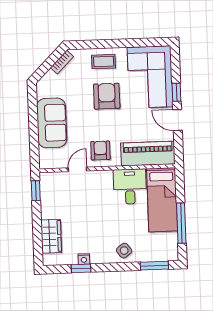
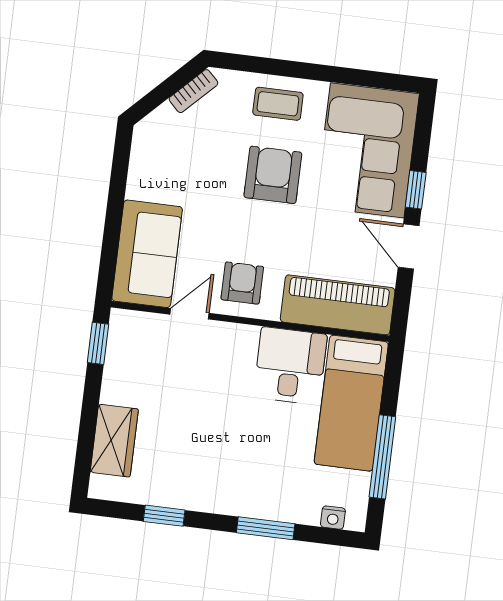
sofa: (52, 123) -> (147, 254), moved
side table: (124, 251) -> (258, 494), removed
nightstand: (84, 259) -> (333, 518), moved
window: (154, 266) -> (266, 528), moved

